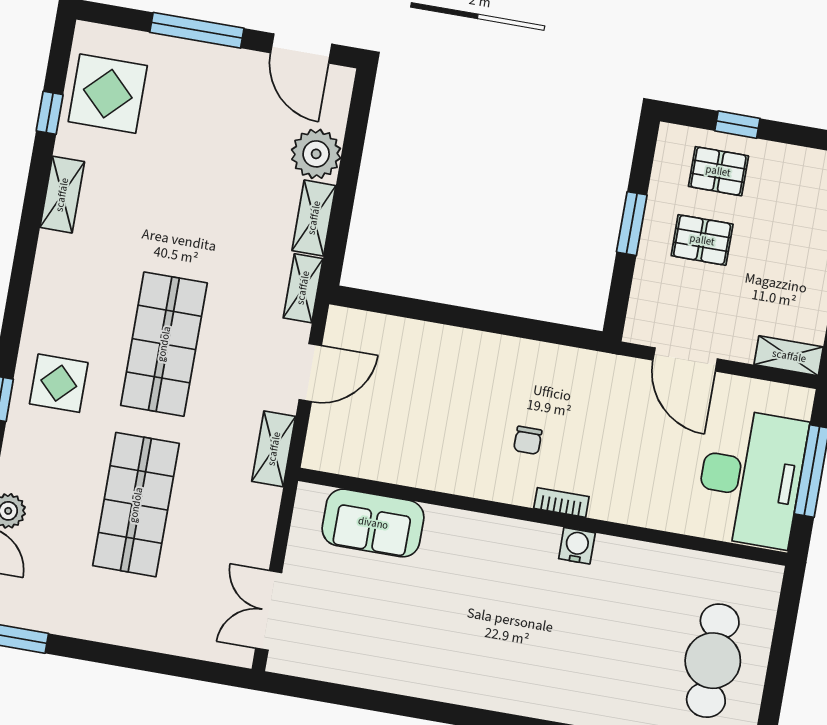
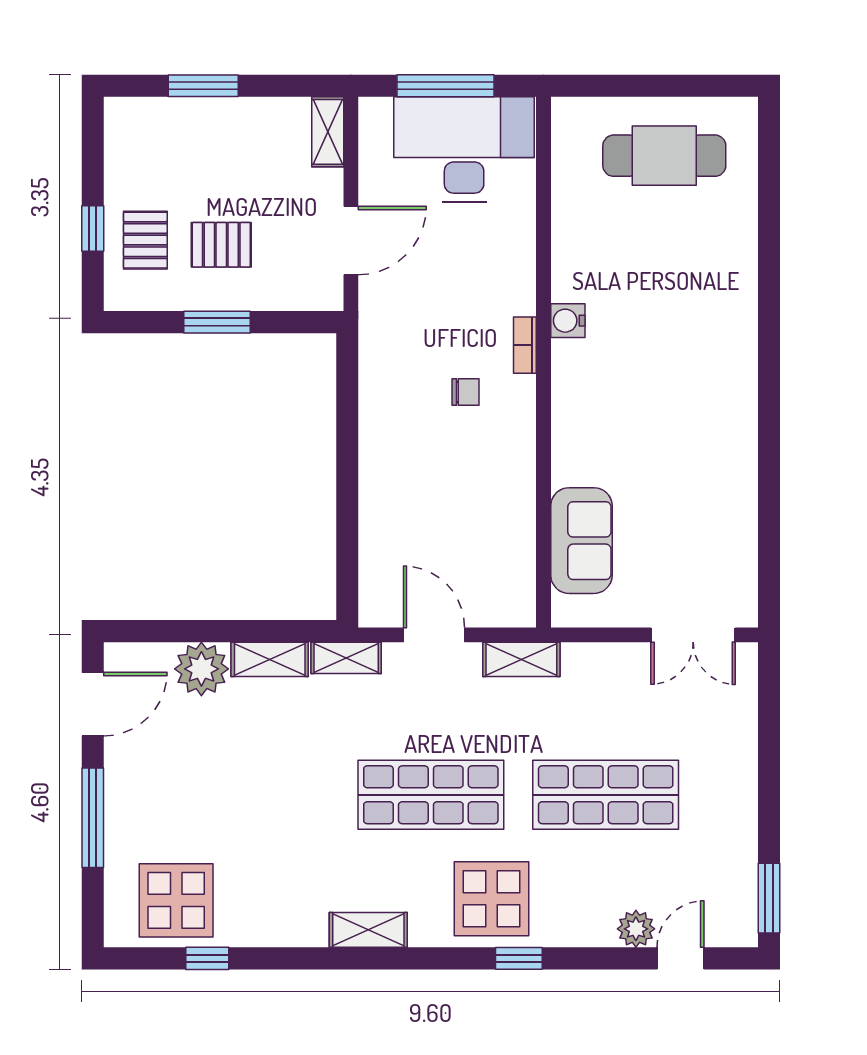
shelving: (62, 195) -> (368, 930), moved
pallet: (702, 240) -> (221, 245), turned 90
display table: (59, 383) -> (492, 899), width x1.36, depth x1.36

